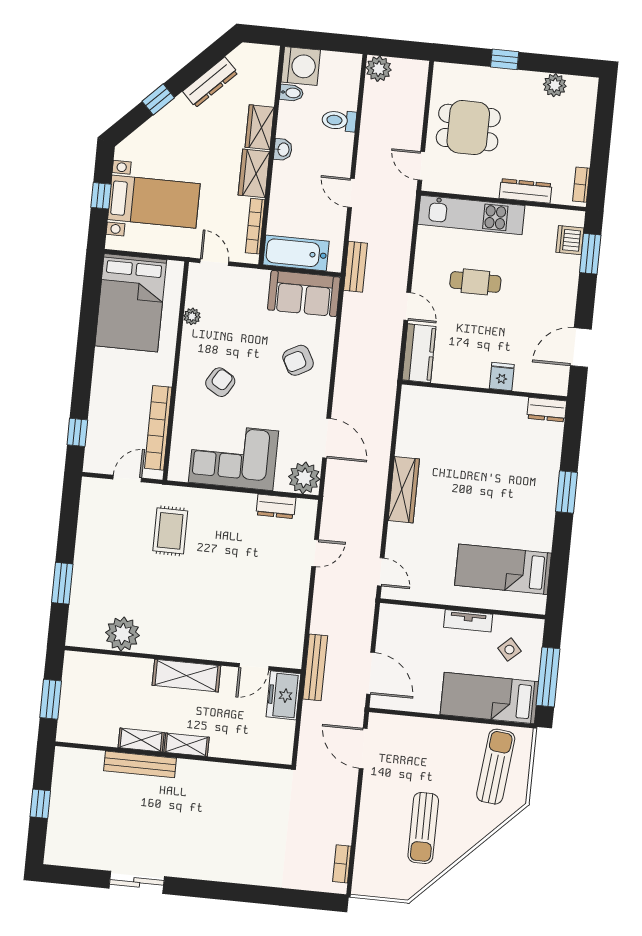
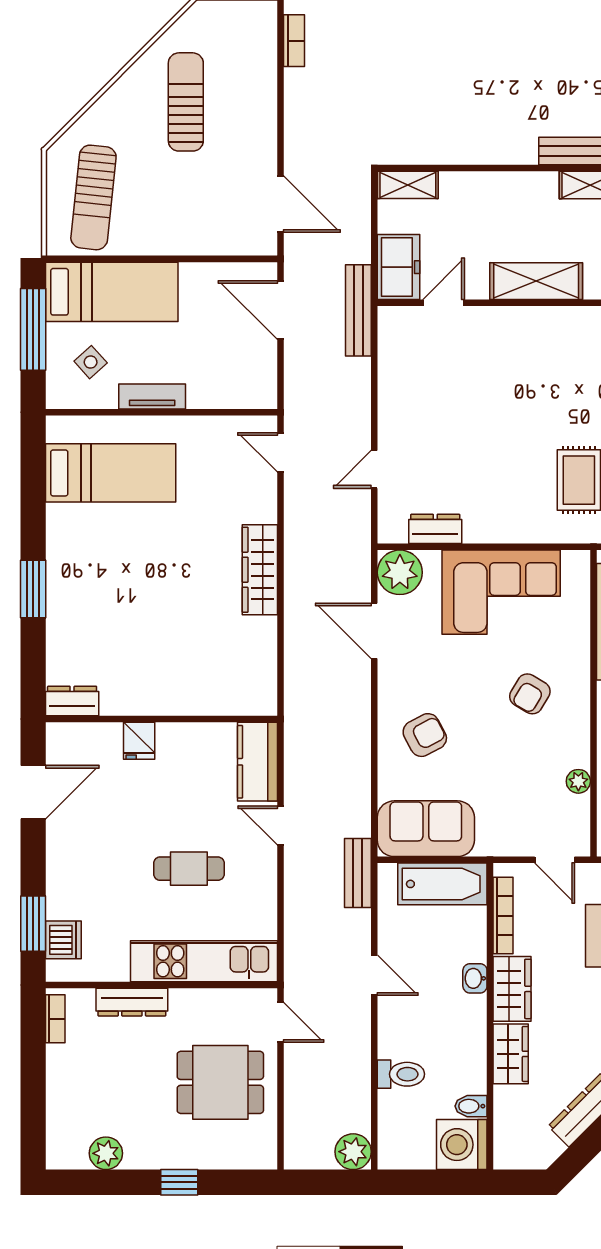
washbasin: (283, 150) -> (475, 978), moved
shelving: (186, 745) -> (408, 185), moved

